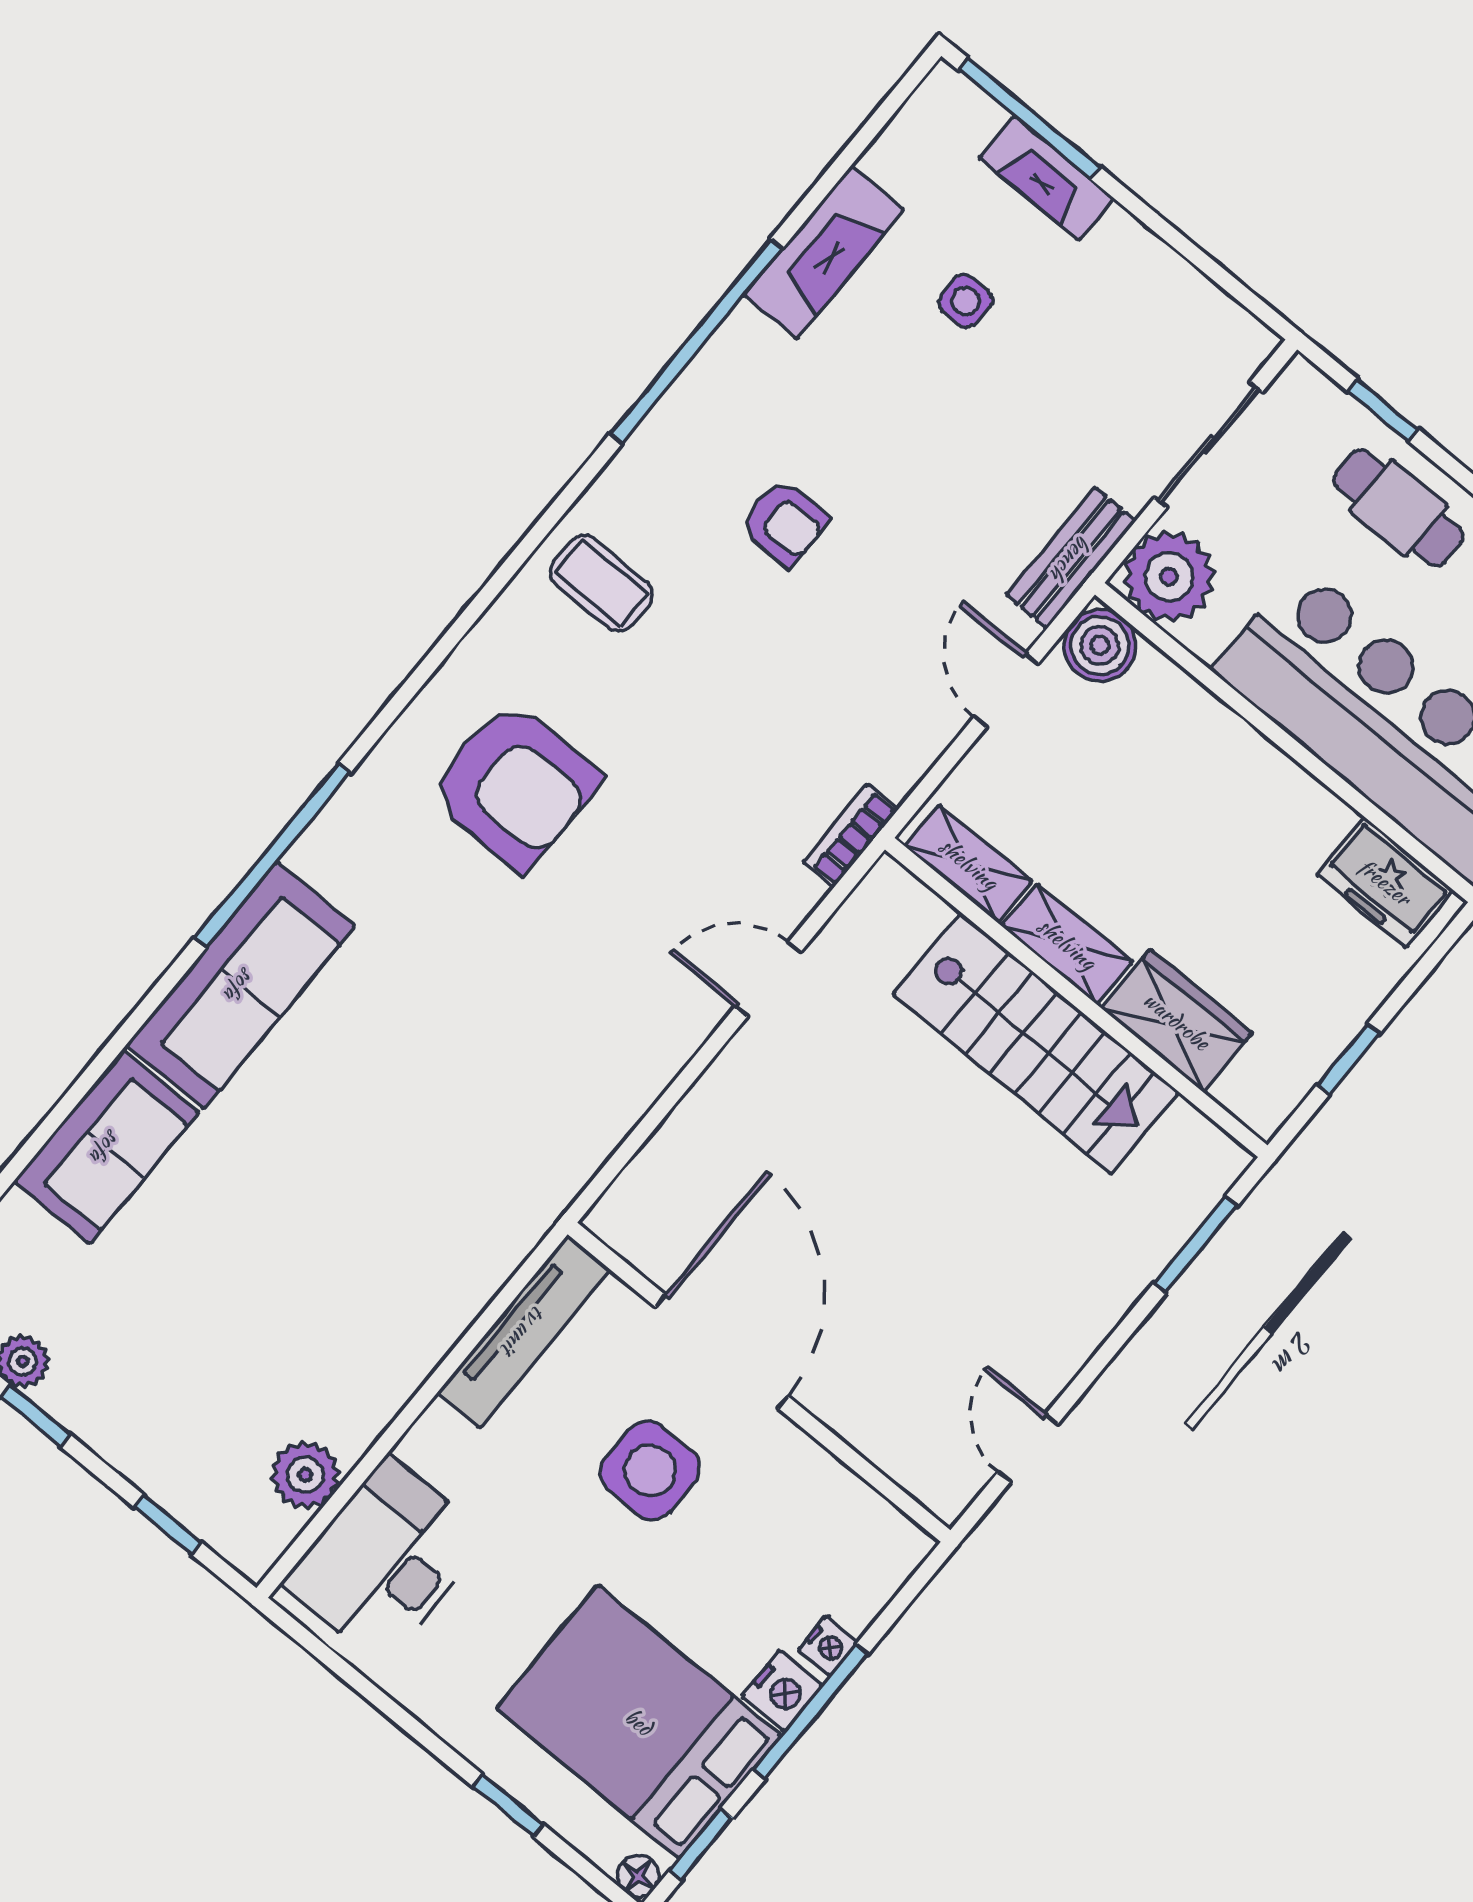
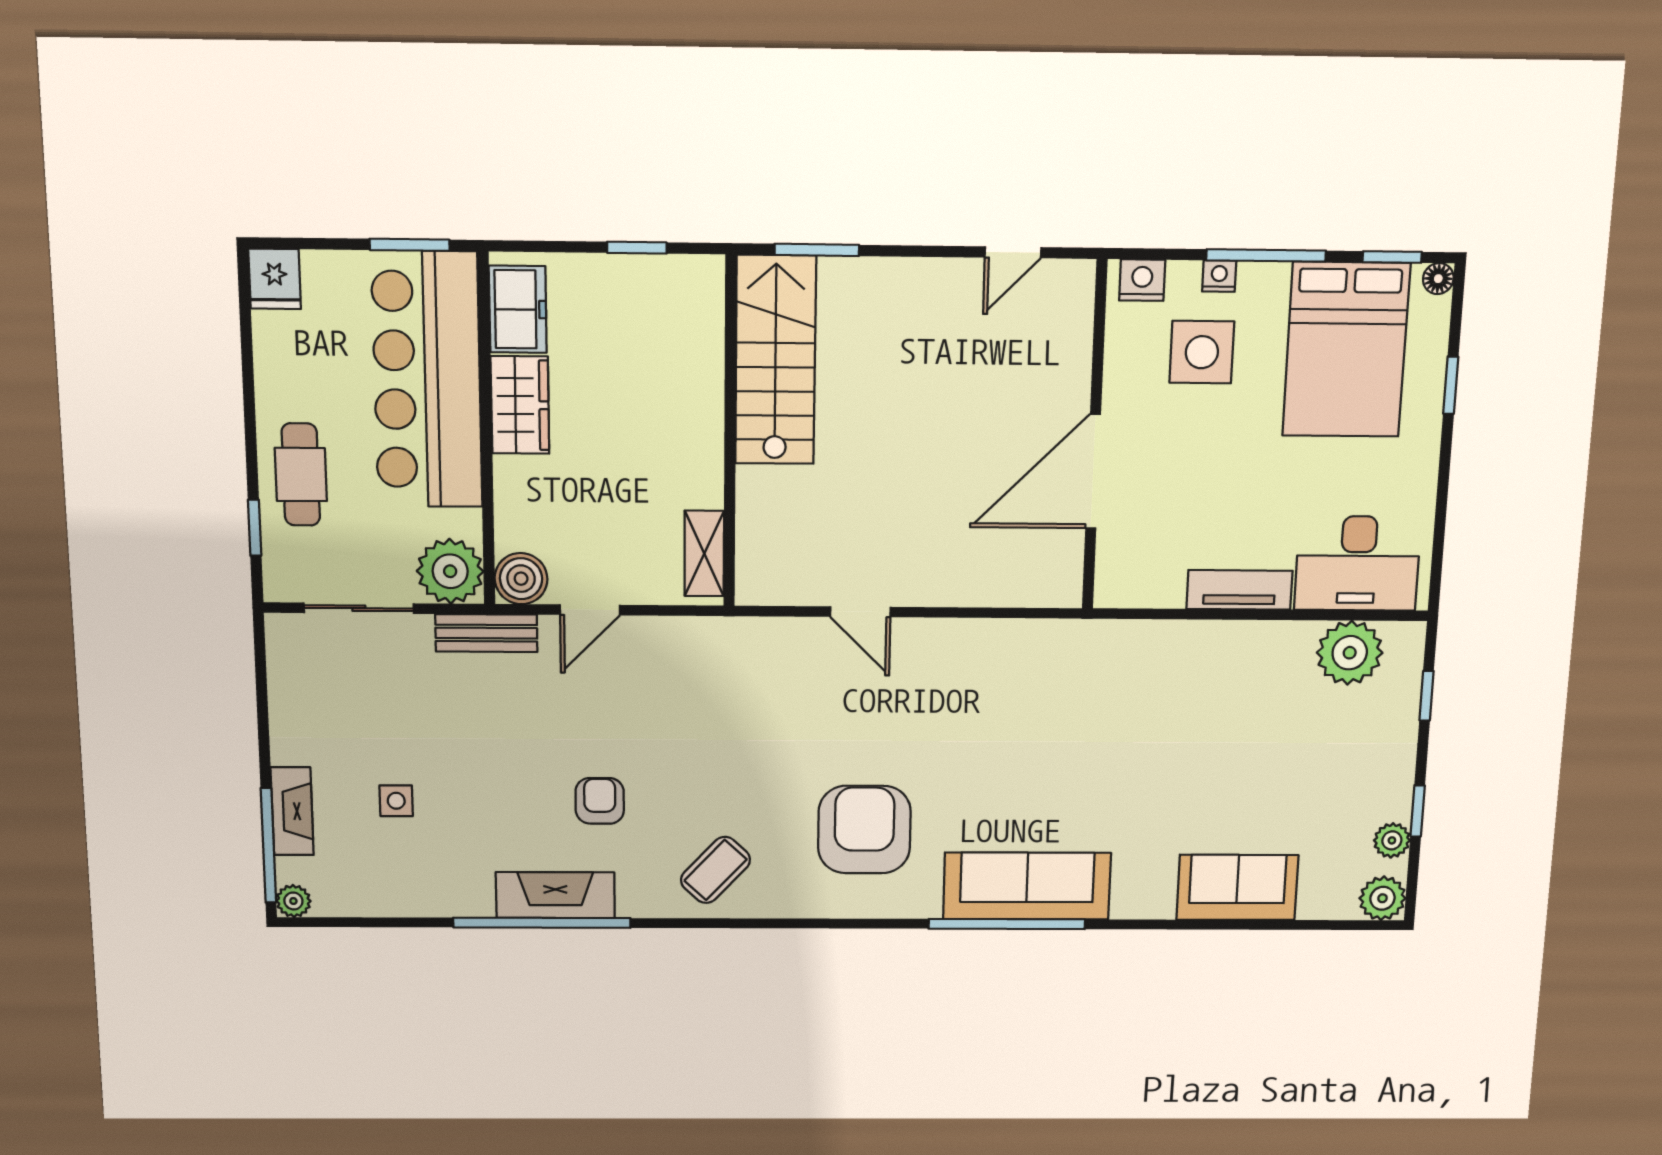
plant: (945, 90) -> (293, 901), added
fireplace: (824, 253) -> (555, 895), moved
coffee table: (601, 583) -> (715, 870), turned 43
bookcase: (851, 835) -> (742, 630), removed
shelving: (1067, 944) -> (704, 463), removed
sofa: (240, 985) -> (1027, 886), moved
wardrobe: (1177, 1021) -> (520, 405), moved, turned 180
stairs: (1036, 1043) -> (775, 360), moved
tv unit: (524, 1331) -> (1239, 590), moved, width x0.71
side table: (650, 1470) -> (1202, 352), moved
plant: (305, 1475) -> (1350, 653), width x1.36, depth x1.36
nightstand: (782, 1691) -> (1142, 280), moved

